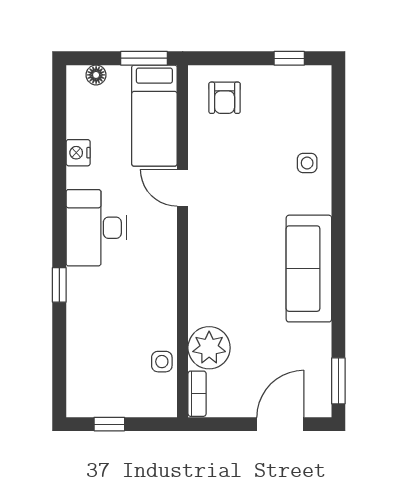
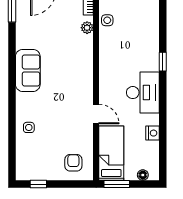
sofa: (309, 269) -> (28, 70), width x0.73
plant: (209, 348) -> (87, 28), width x0.53, depth x0.53

